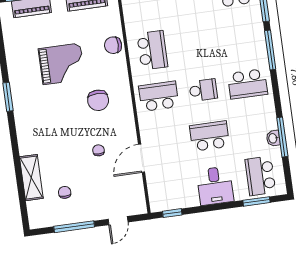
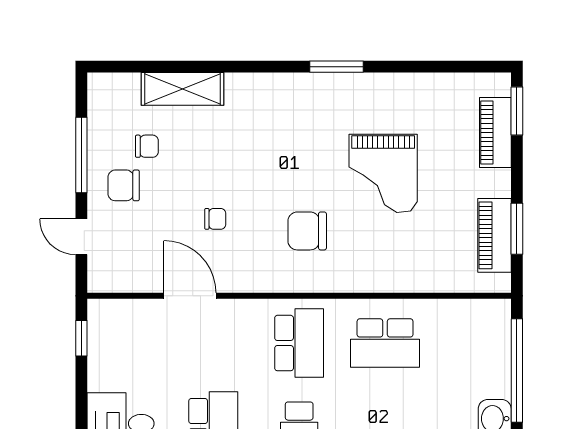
chair: (113, 45) -> (124, 185), moved, turned -90

